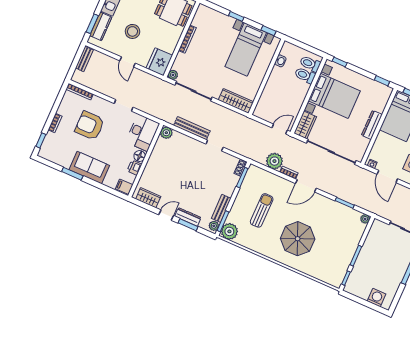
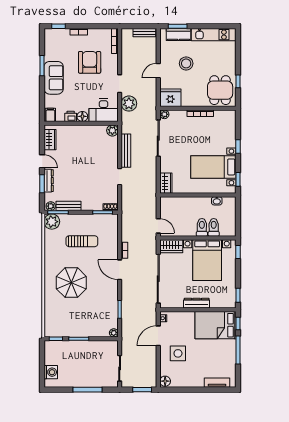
toilet: (310, 64) -> (202, 227), moved
wardrobe: (236, 101) -> (166, 183), width x0.67
plant: (274, 161) -> (129, 104), moved

